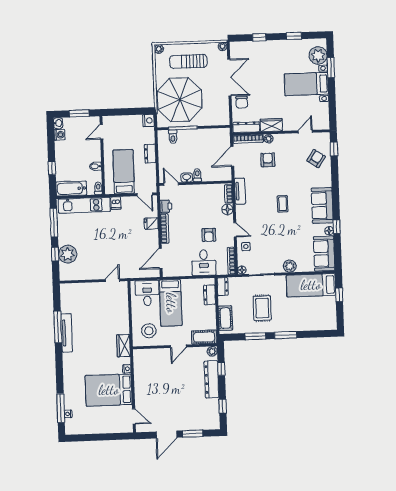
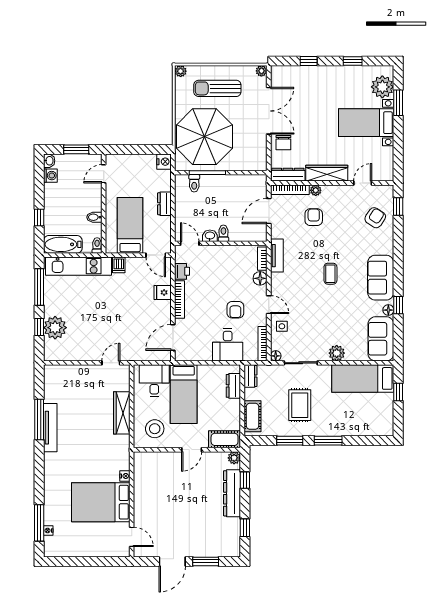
wardrobe: (271, 125) -> (327, 173), width x1.50
wardrobe: (123, 346) -> (122, 413), moved, width x1.50

